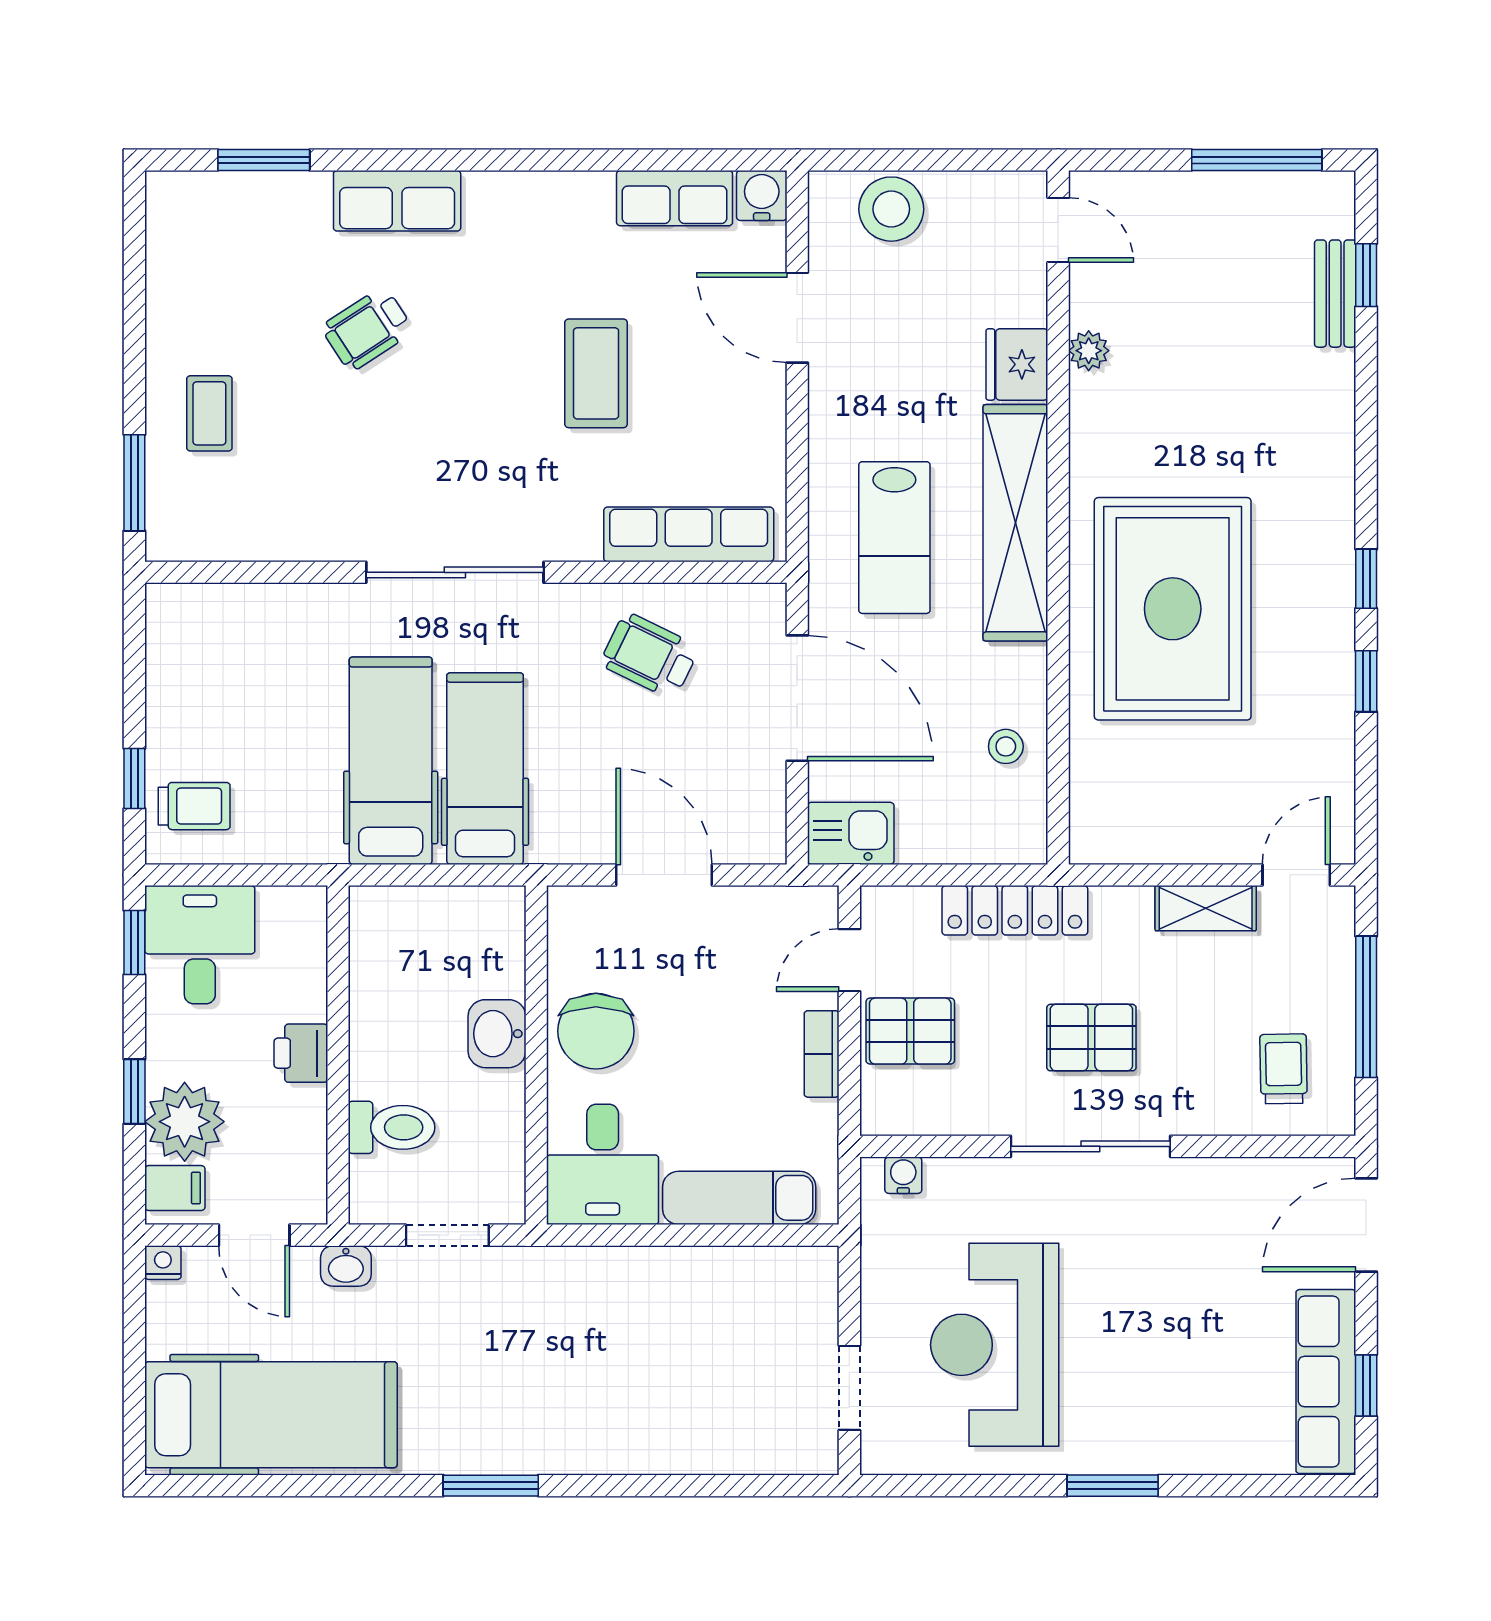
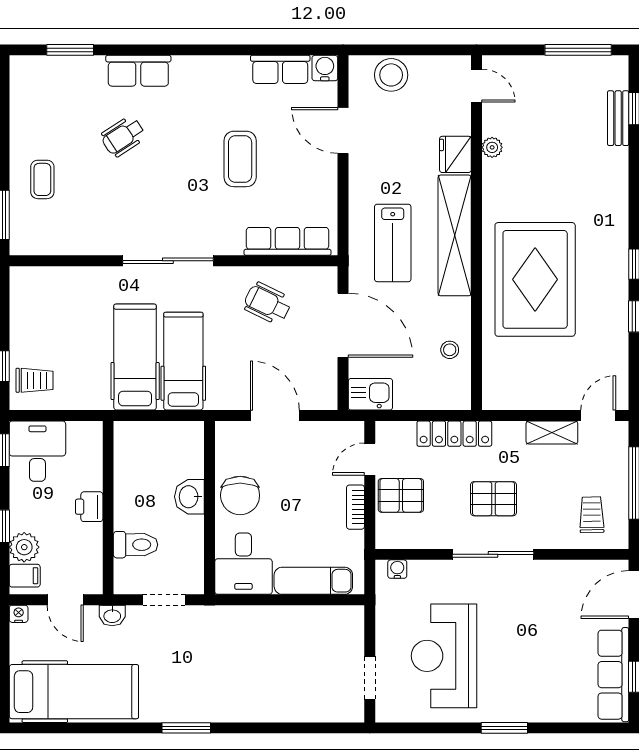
plant: (185, 1122) -> (24, 547), width x0.73, depth x0.73

